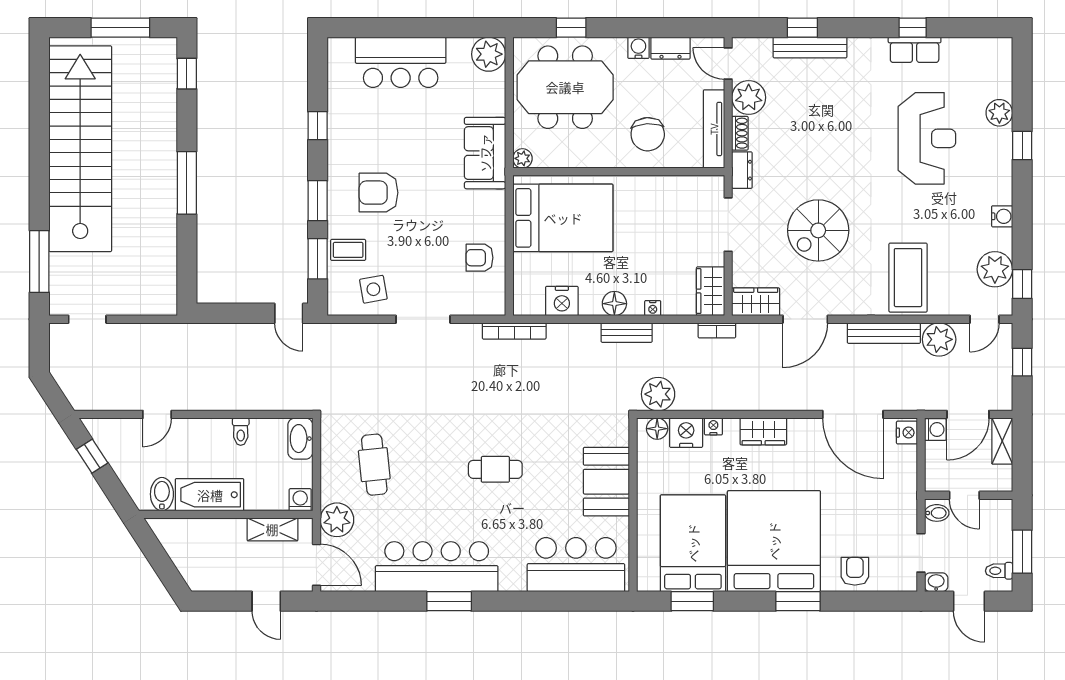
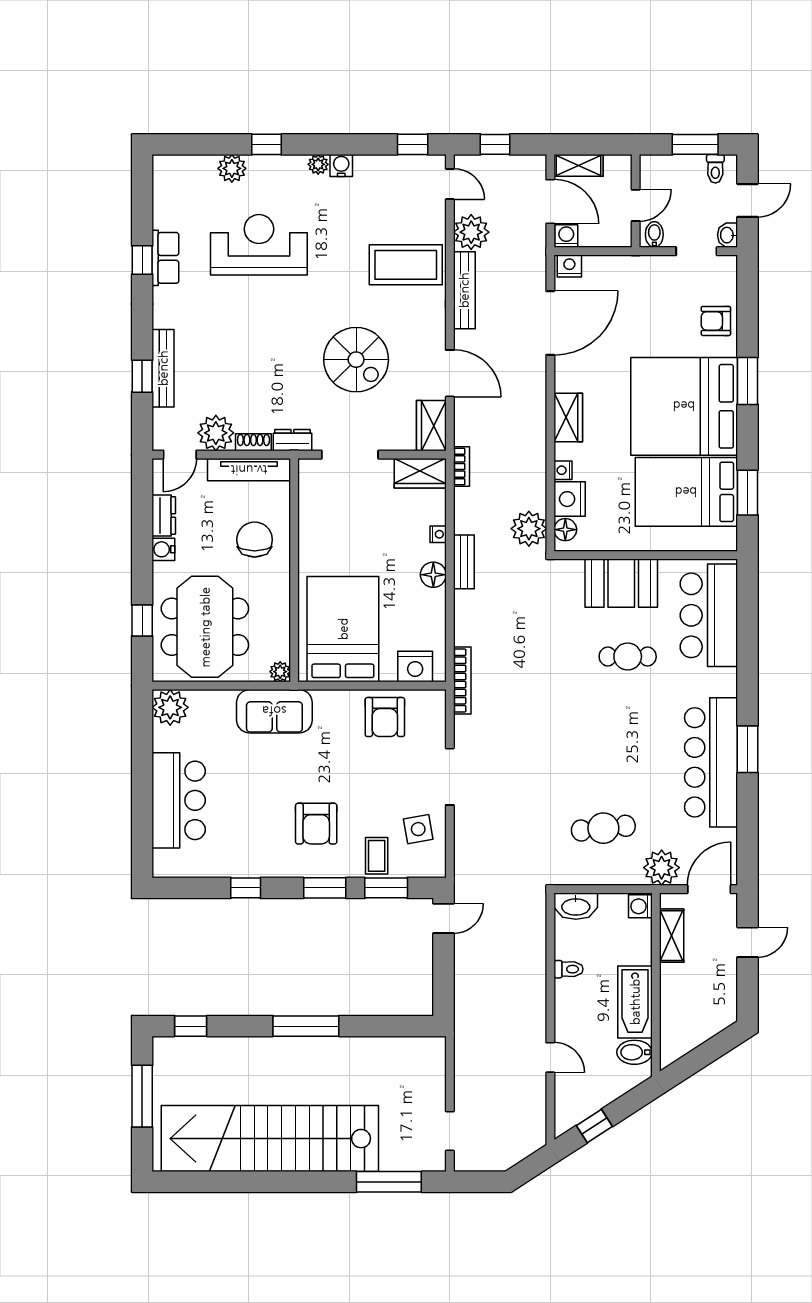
chair: (648, 134) -> (255, 540), turned -87
armchair: (480, 258) -> (385, 717), width x1.38, depth x1.38
plant: (995, 269) -> (318, 164), moved, width x0.53, depth x0.53
nightstand: (562, 301) -> (415, 667), moved, turned 90
cafe table: (495, 469) -> (628, 657), moved, turned 90

